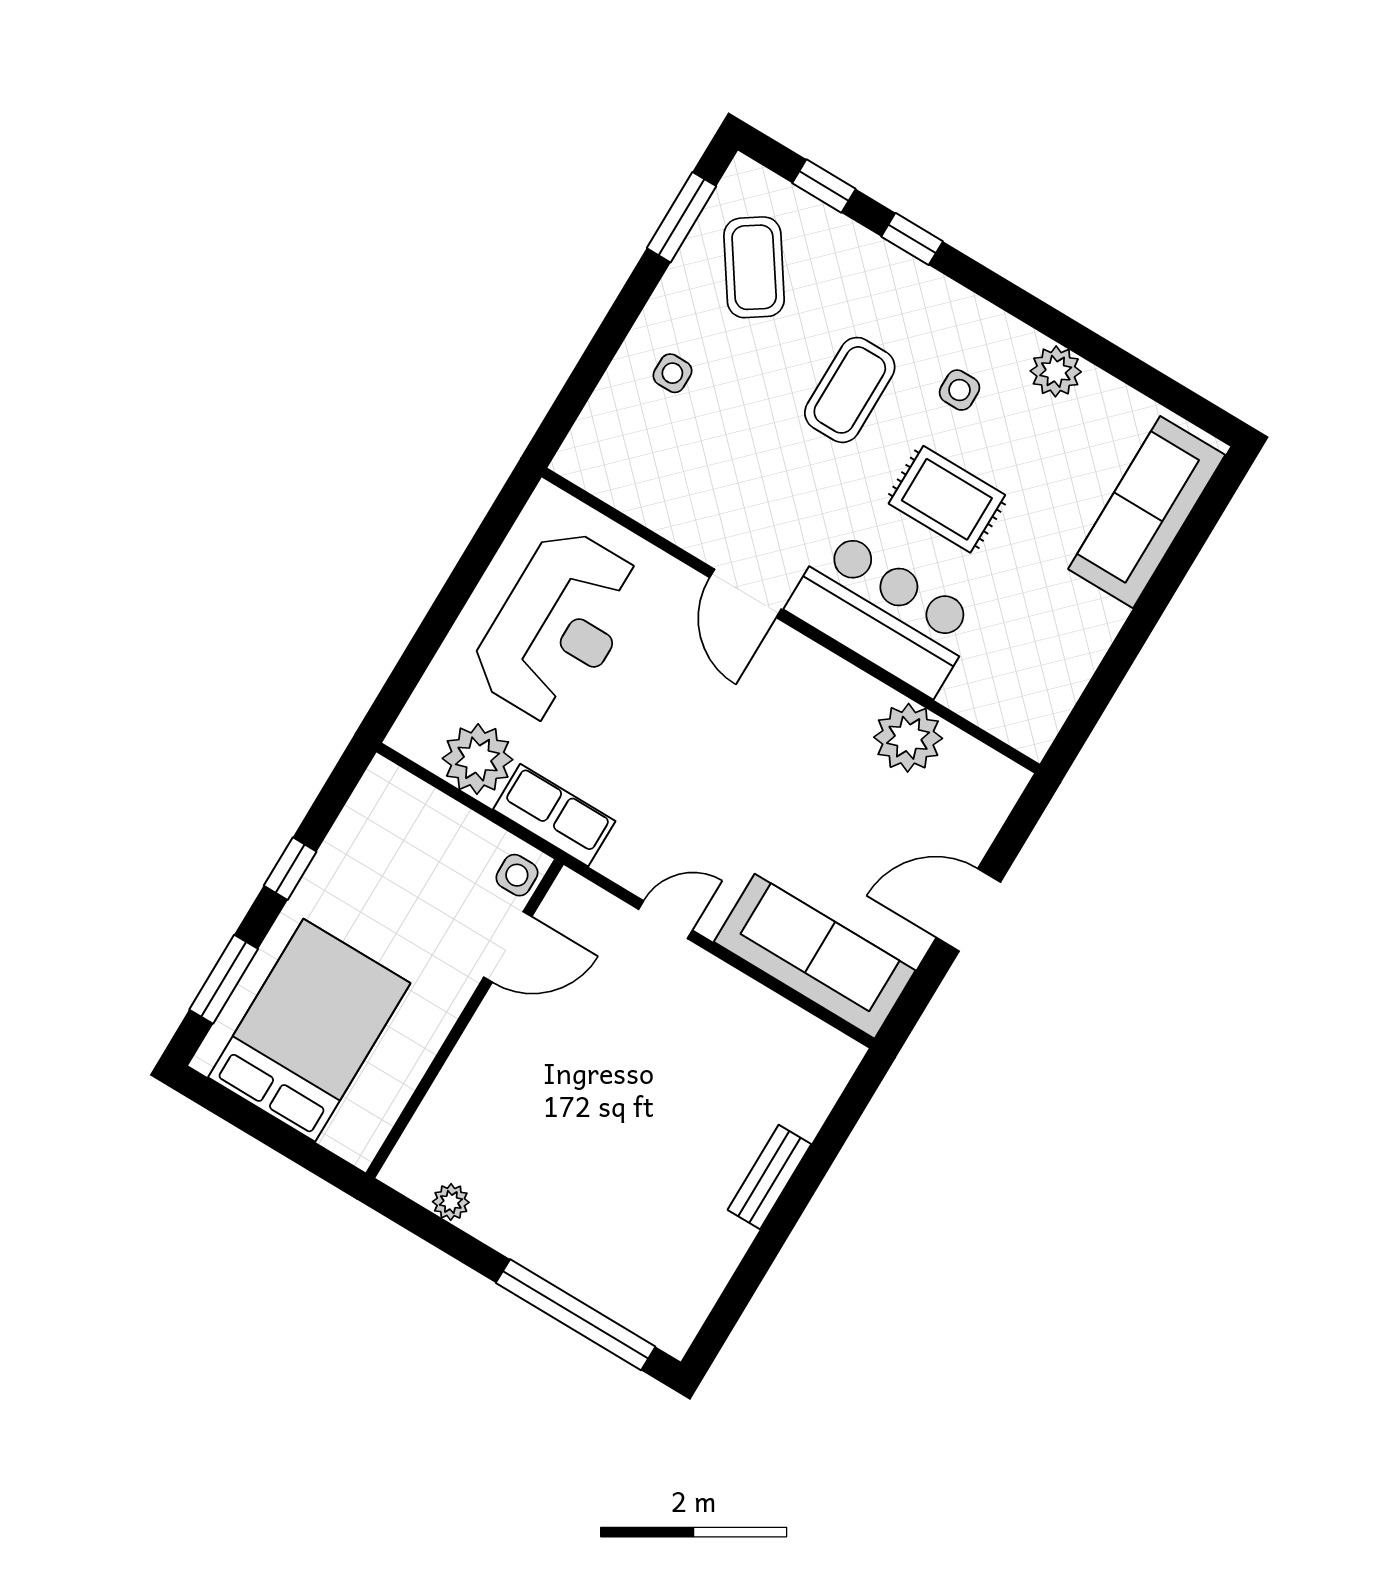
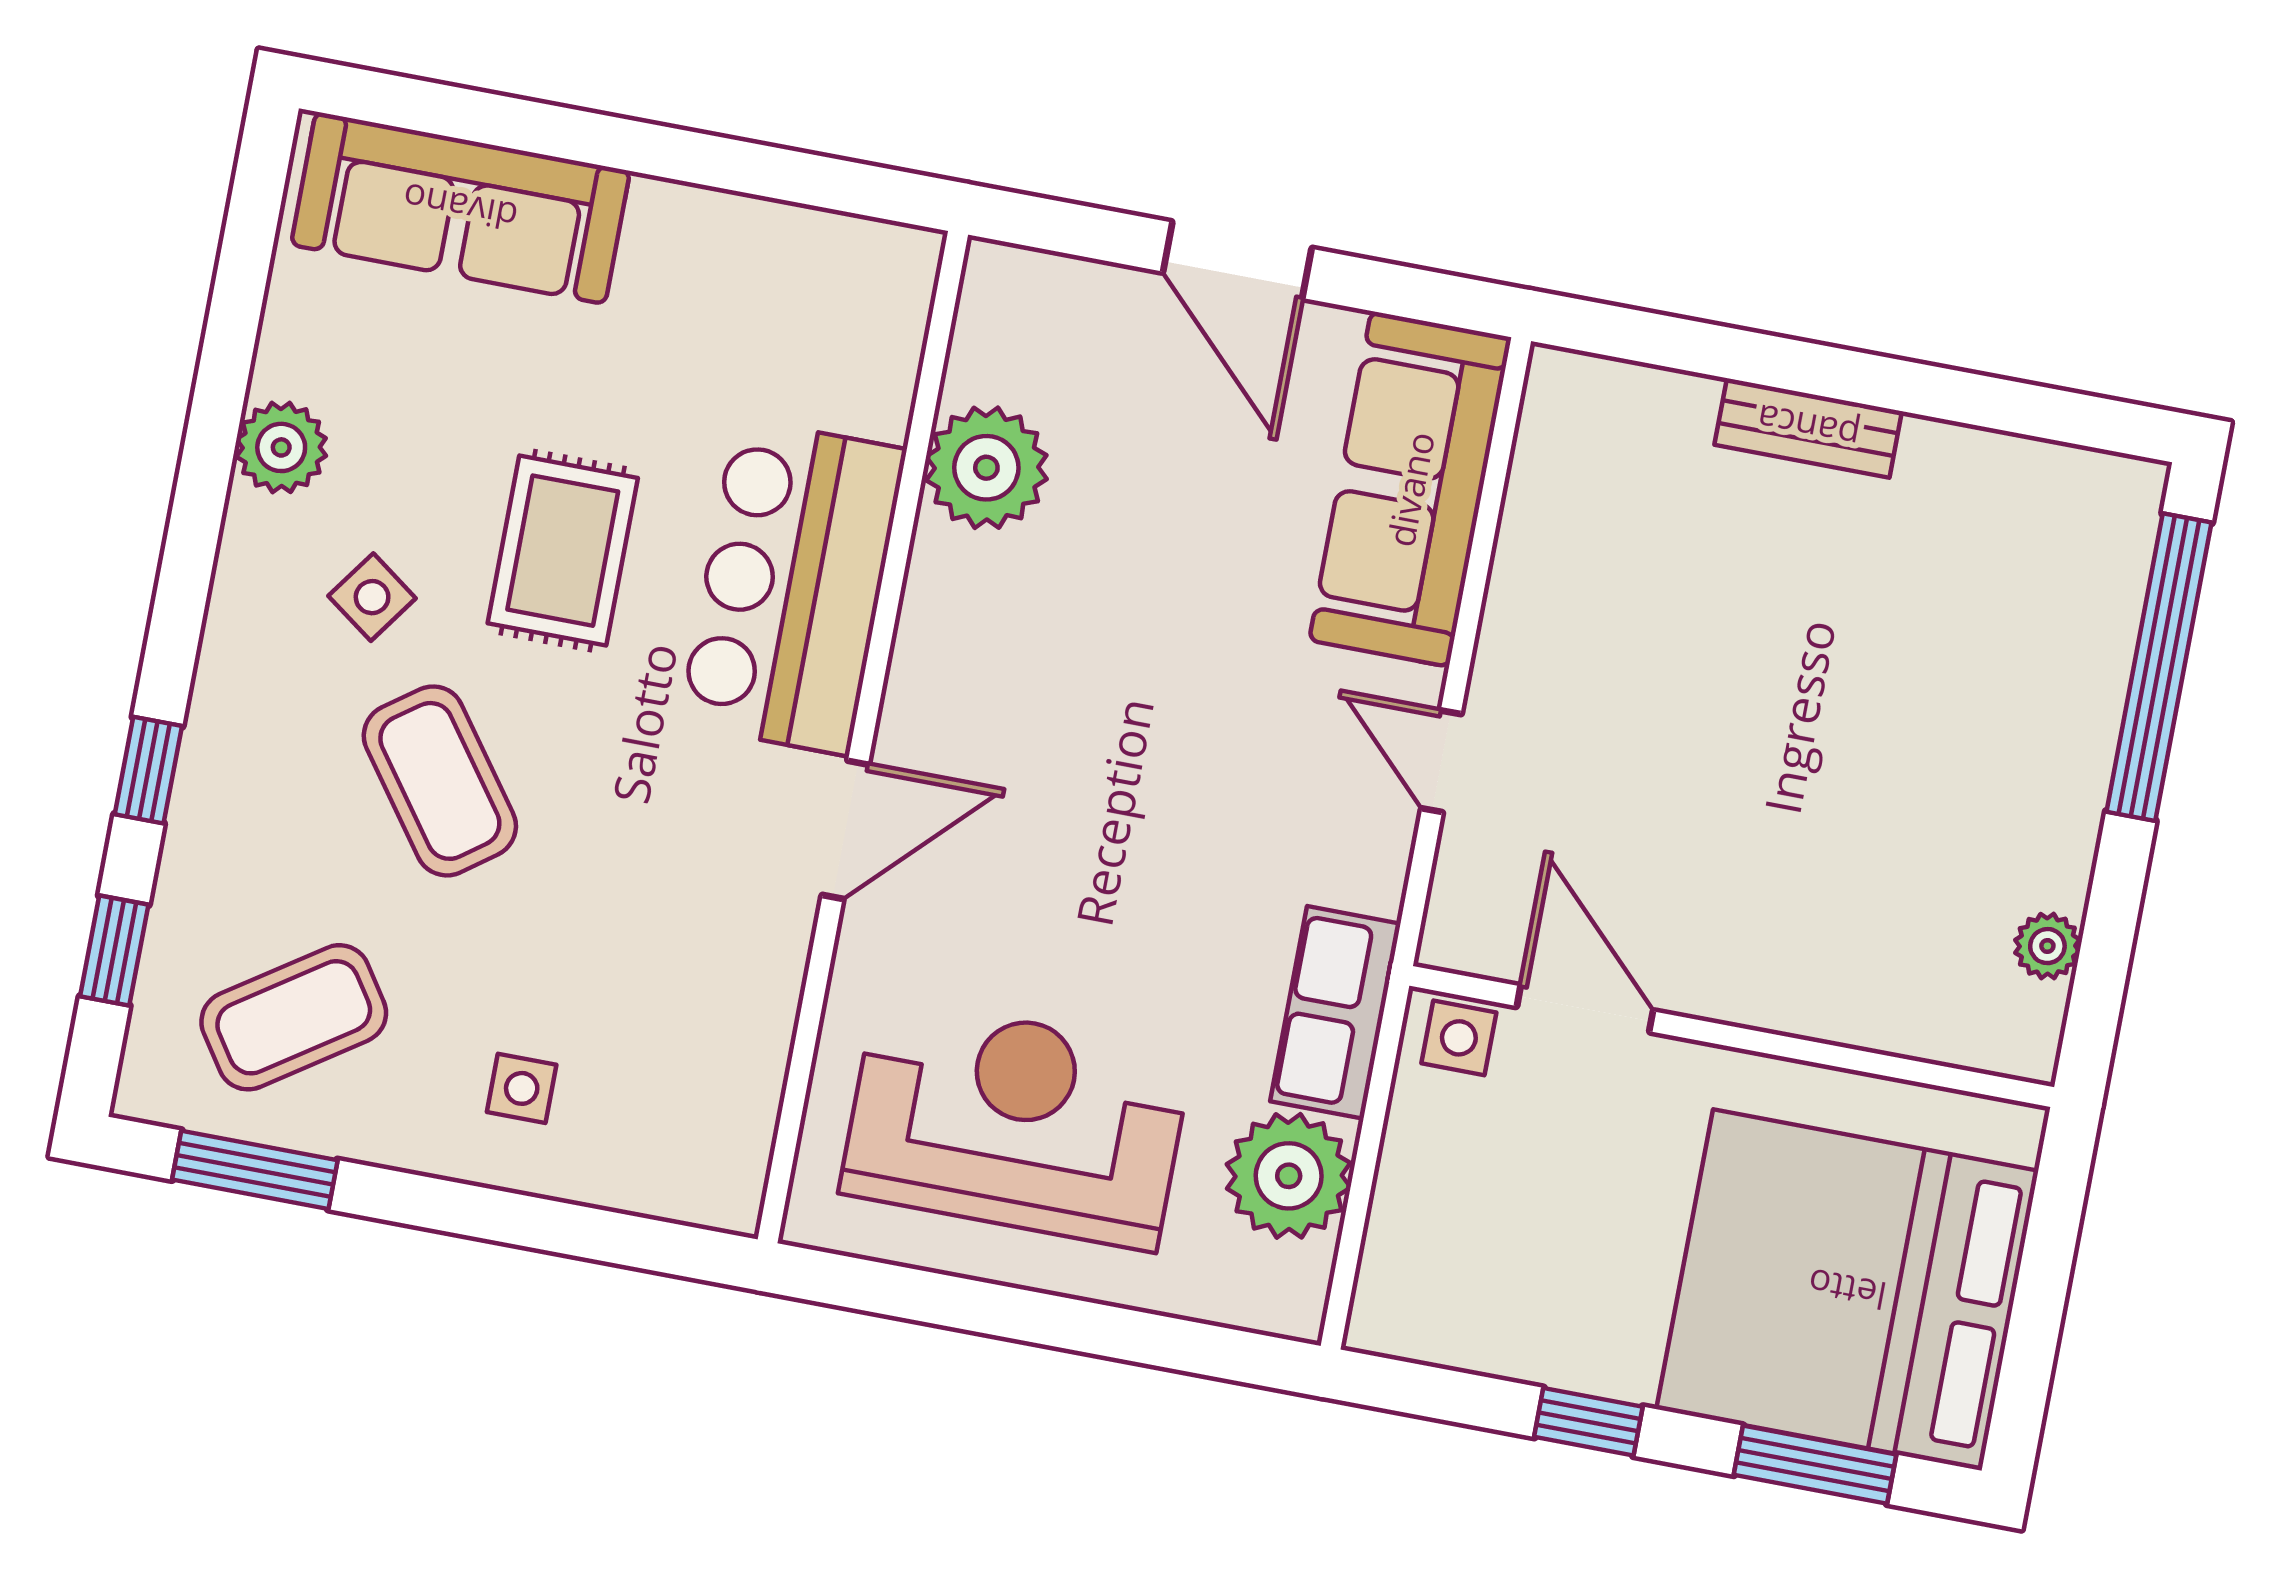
coffee table: (850, 390) -> (440, 781), turned 54
side table: (959, 390) -> (372, 597), turned 36
bed: (309, 1030) -> (1847, 1290), width x1.36

